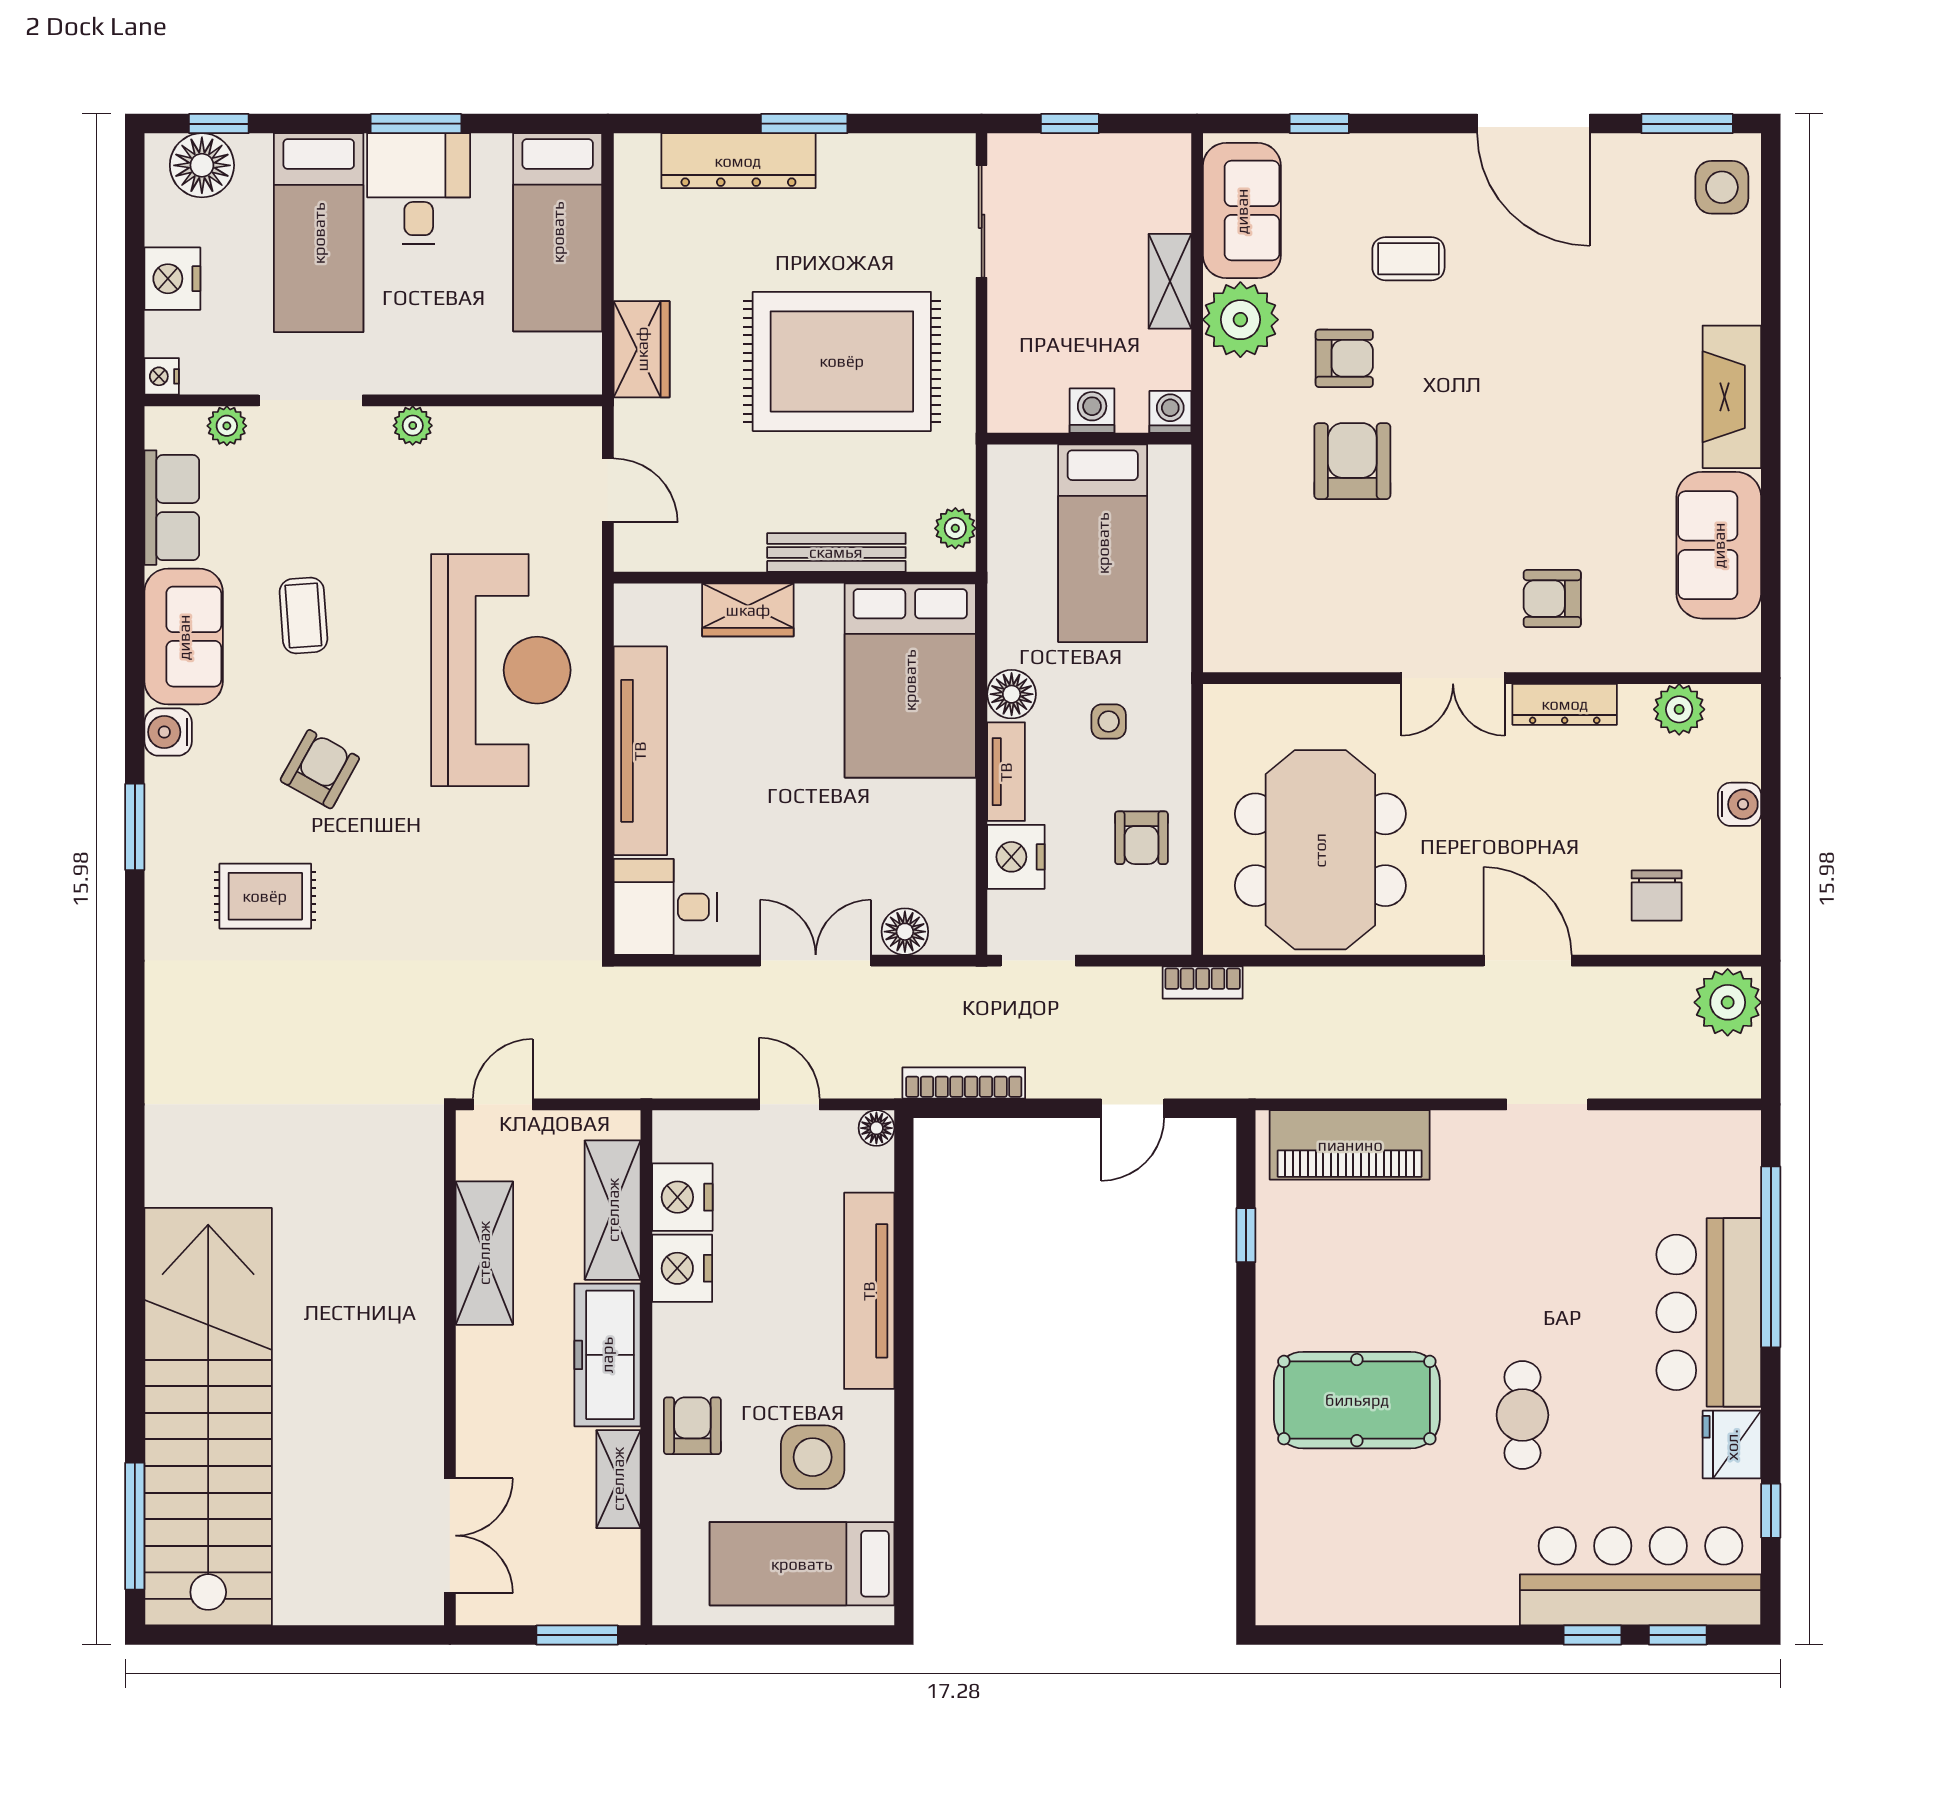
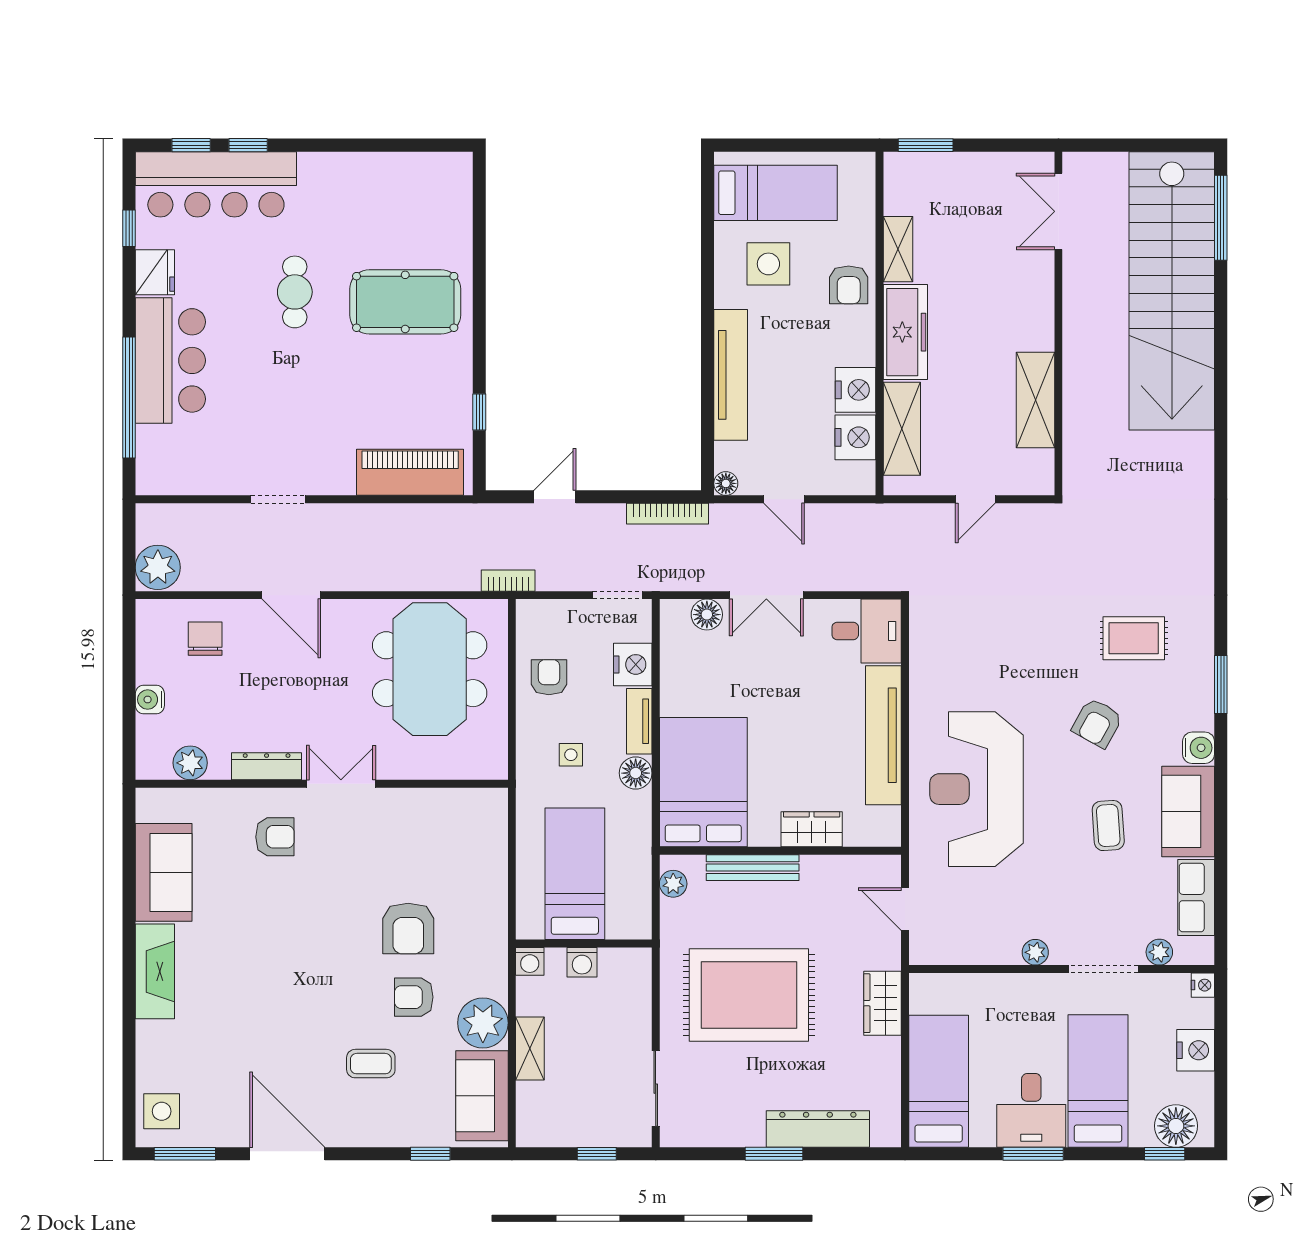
shelving: (484, 1253) -> (1035, 400), moved
wall: (450, 1368) -> (1058, 323), moved
double door: (450, 1536) -> (1058, 211), moved

